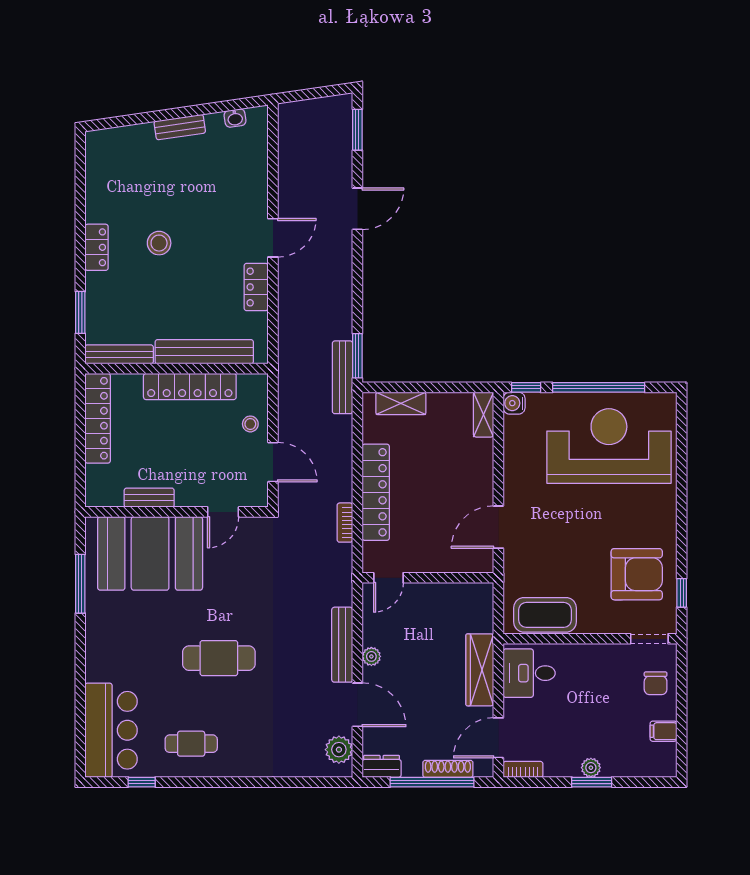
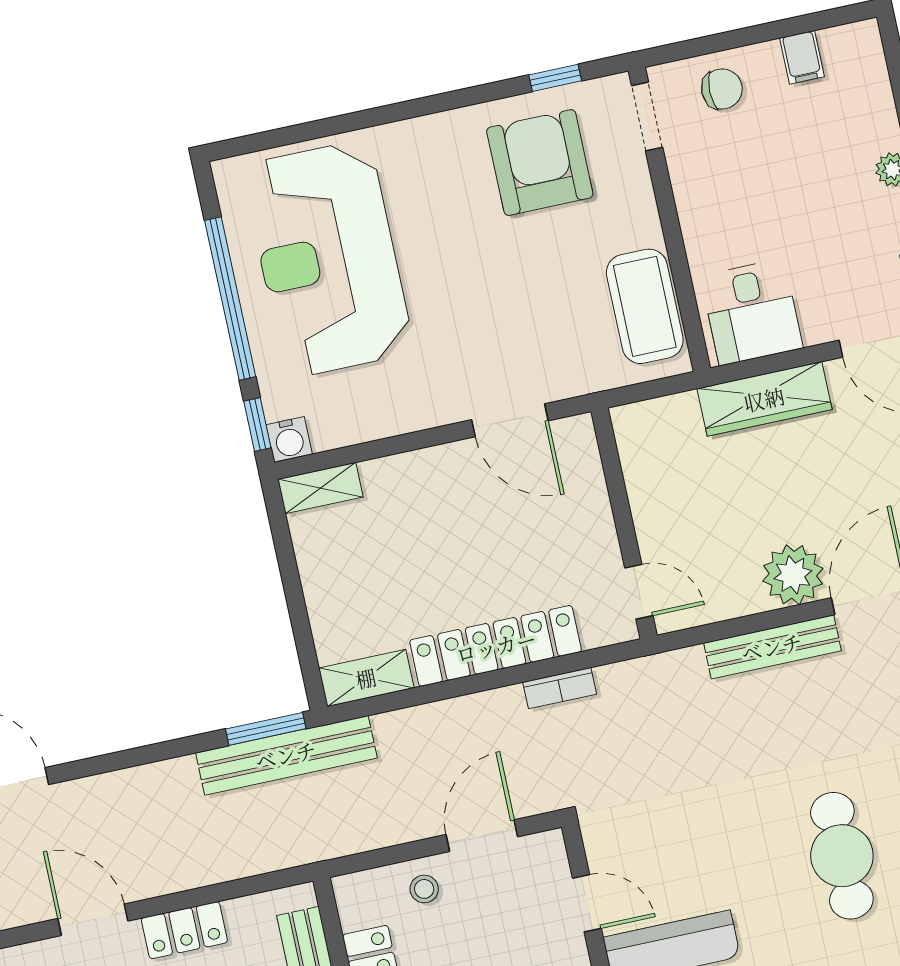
bench: (343, 377) -> (286, 755), width x1.37, depth x1.21
shelving: (401, 403) -> (366, 678), moved, turned 90
plant: (371, 656) -> (793, 575), width x1.88, depth x1.88

